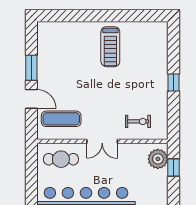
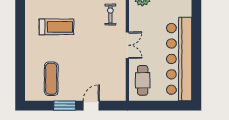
treadmill: (110, 47) -> (56, 27), moved
exercise mat: (61, 119) -> (51, 79), moved

